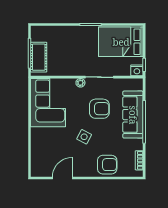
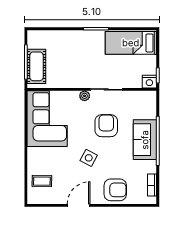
bed: (121, 42) -> (131, 43), width x0.67
armchair: (99, 109) -> (106, 126), turned -90
sofa: (133, 115) -> (145, 140), width x0.73
coffee table: (43, 157) -> (42, 181), added
door: (62, 178) -> (79, 205), moved

